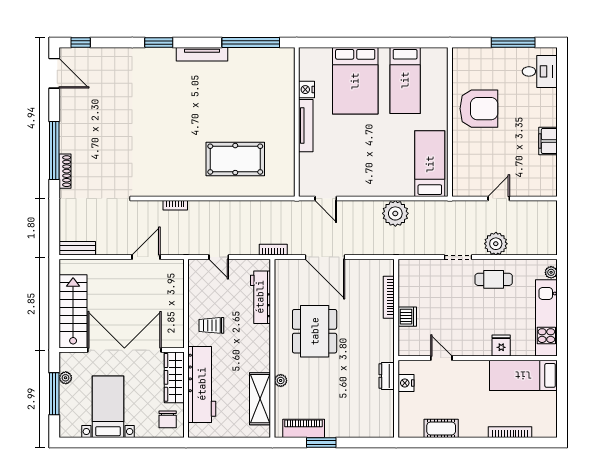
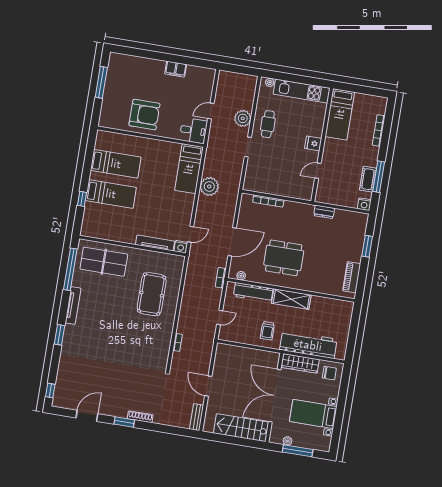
window: (350, 42) -> (82, 199), added
desk: (540, 71) -> (193, 131), moved, turned 90
door: (54, 73) -> (87, 416), moved
bed: (355, 81) -> (111, 194), width x0.67
table tennis table: (269, 86) -> (104, 262), added
nightstand: (307, 90) -> (181, 247), moved
armchair: (479, 109) -> (144, 115), turned 90
tv unit: (306, 126) -> (155, 243), moved
window: (54, 150) -> (124, 422), width x0.47
bed: (430, 164) -> (189, 169), moved, turned -90
door: (499, 199) -> (211, 111), hinge flipped
door: (146, 257) -> (208, 386), moved
dishwasher: (407, 317) -> (284, 190), removed
fridge: (501, 346) -> (313, 143), moved
plant: (281, 380) -> (241, 276), moved
nightstand: (406, 383) -> (364, 204), moved
shelving: (260, 399) -> (291, 299), moved
window: (321, 443) -> (367, 246), moved
window: (447, 443) -> (379, 177), added

